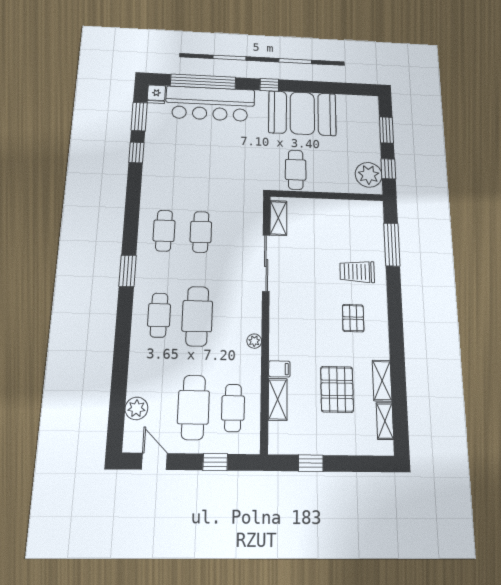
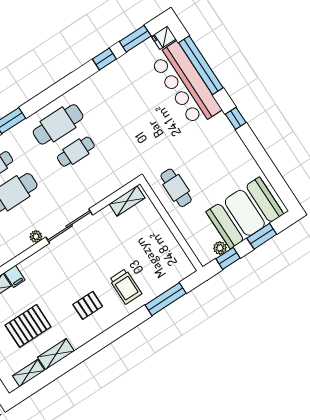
booth: (302, 113) -> (245, 213), moved, turned 90
cafe table: (296, 170) -> (176, 188), turned 90
plant: (369, 175) -> (220, 248), width x0.53, depth x0.53
cafe table: (164, 231) -> (58, 124), width x1.37, depth x1.35
sliding door: (266, 263) -> (69, 226), moved
trolley: (357, 272) -> (126, 286), turned 180
plant: (254, 341) -> (36, 237), moved

